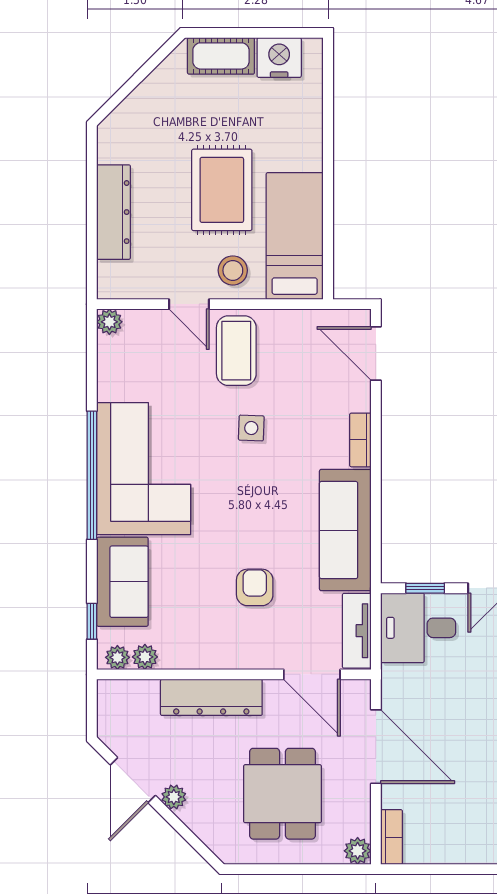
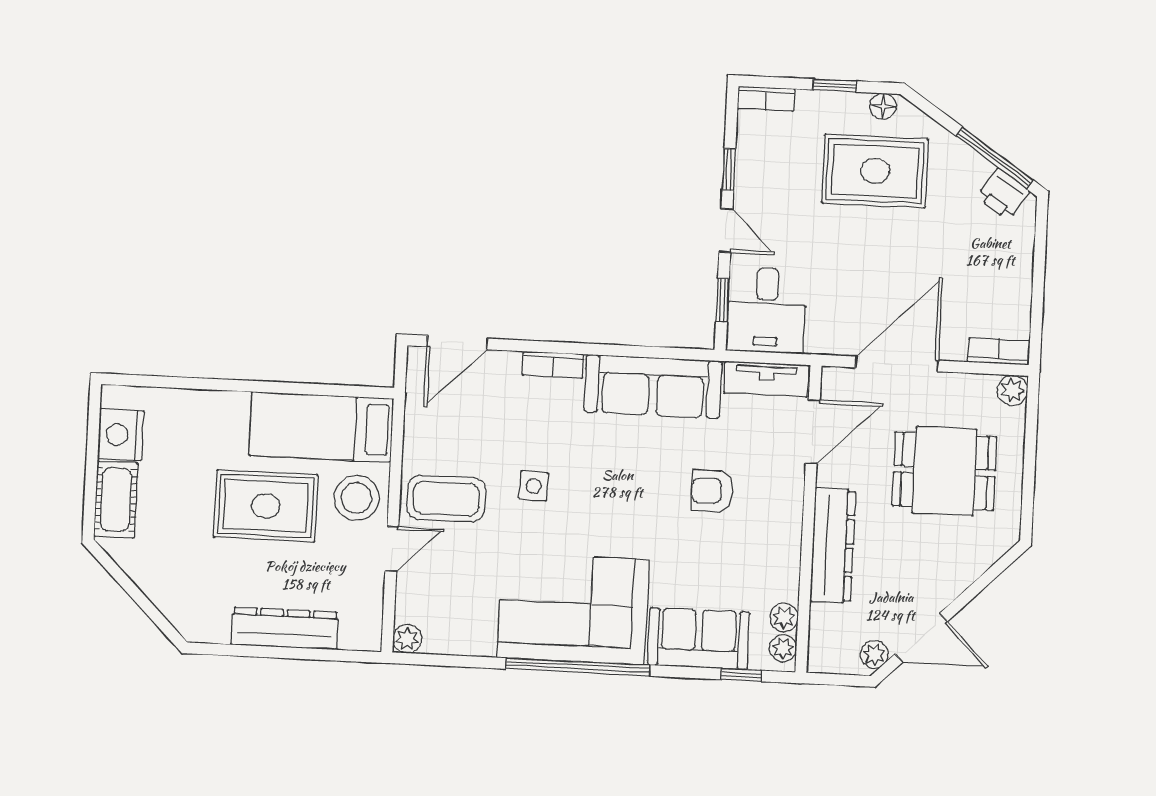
stool: (233, 270) -> (356, 498), width x1.38, depth x1.38
plant: (174, 797) -> (874, 654), moved

